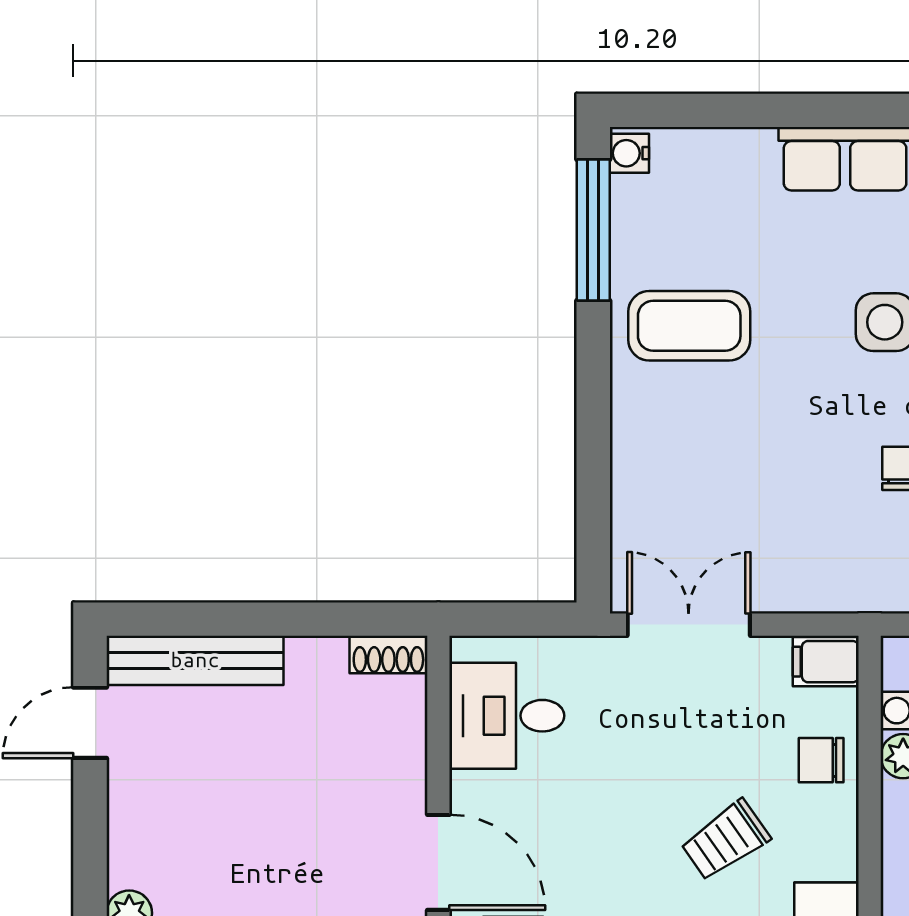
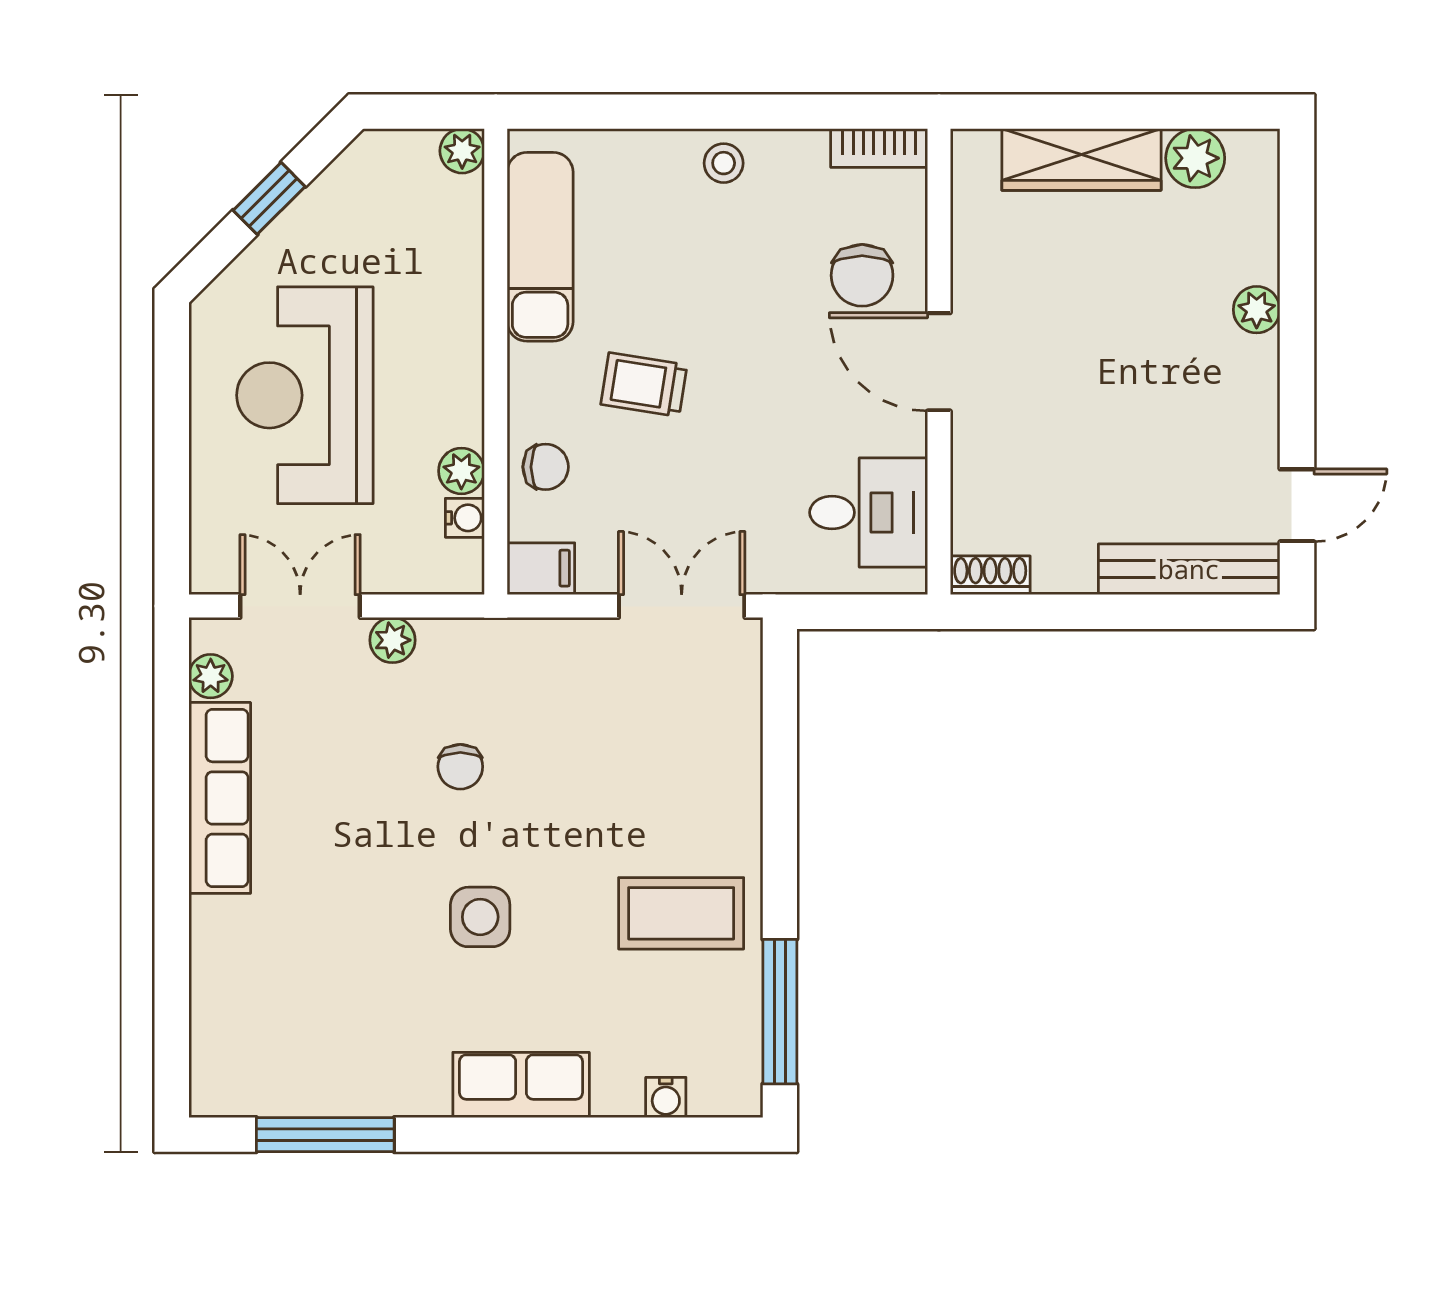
water cooler: (629, 153) -> (666, 1097), moved, turned 90
double door: (689, 625) -> (682, 606), swing flipped
trolley: (725, 840) -> (644, 385), turned -136

